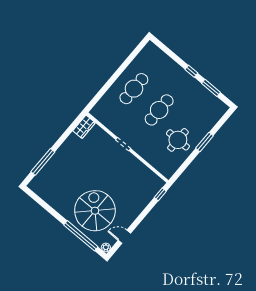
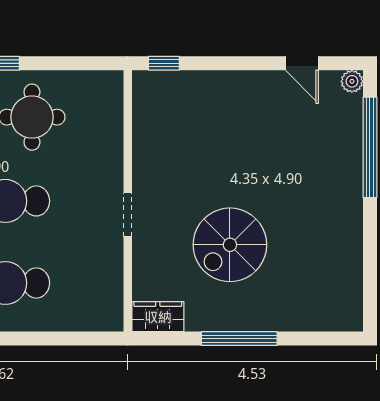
window: (43, 162) -> (239, 339), moved
spiral stairs: (95, 211) -> (230, 245), moved, width x0.73, depth x0.73

